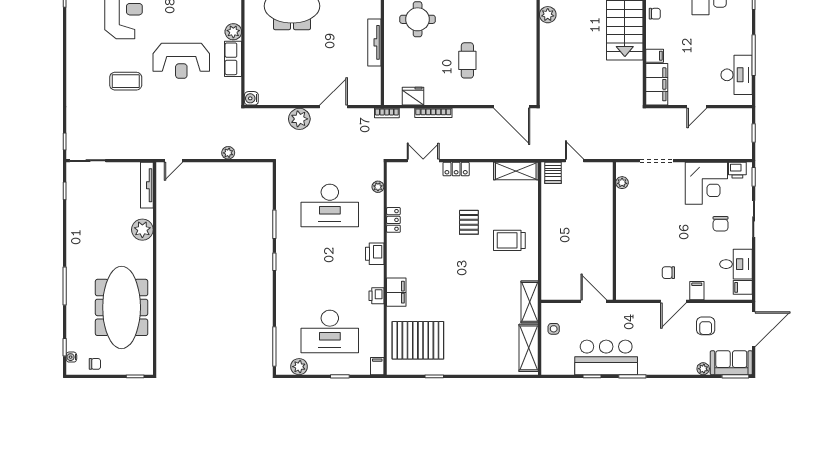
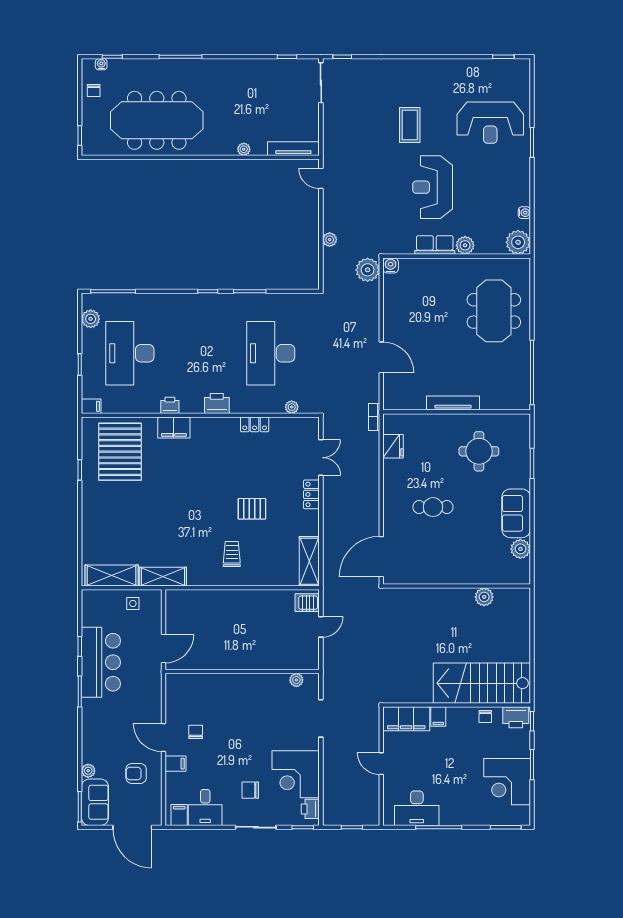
bookcase: (433, 113) -> (374, 469), removed
plant: (299, 119) -> (368, 270), moved
plant: (142, 230) -> (244, 149), width x0.53, depth x0.53
trolley: (509, 240) -> (232, 554), width x0.73, depth x0.72

